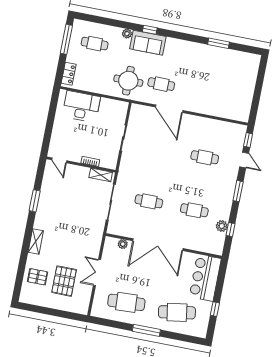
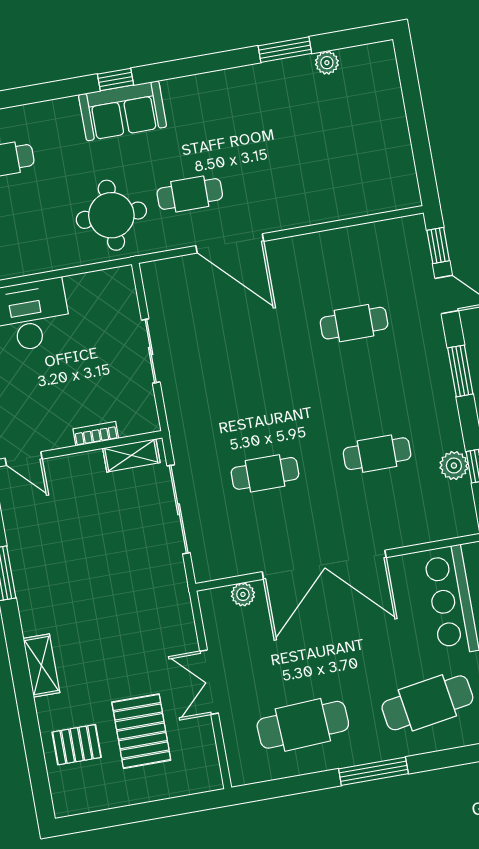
plant: (127, 34) -> (327, 63), moved

